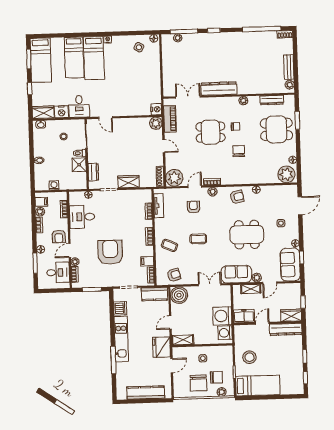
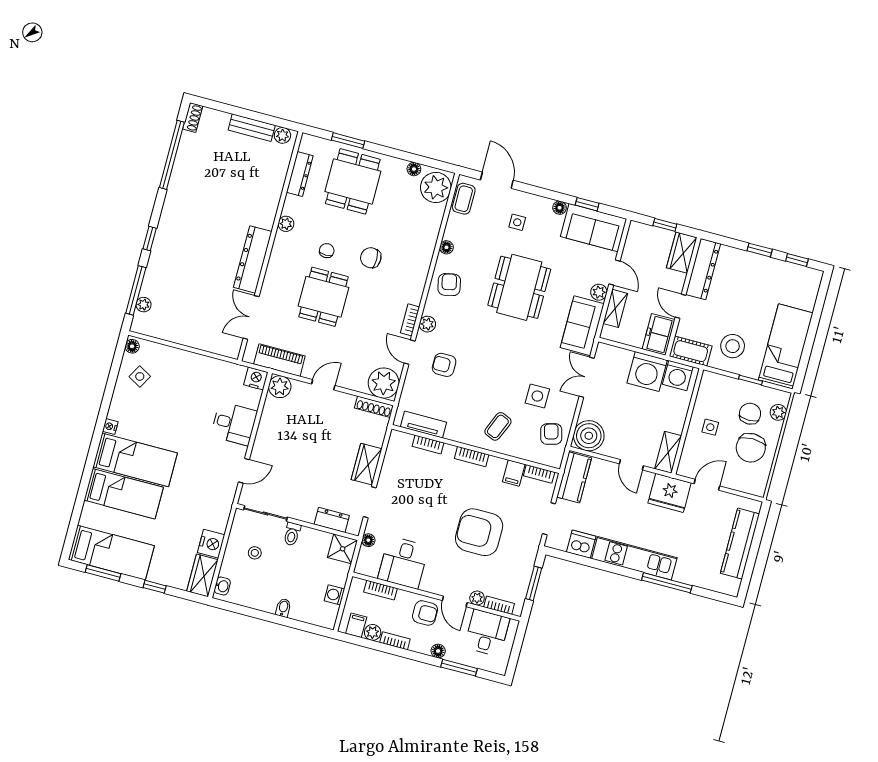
desk: (79, 106) -> (234, 424), moved
shower: (79, 165) -> (343, 549), moved
coffee table: (198, 239) -> (464, 199), moved
side table: (192, 261) -> (537, 396), added
cot: (240, 336) -> (691, 351), added
door: (172, 366) -> (707, 485), hinge flipped
chair: (198, 383) -> (751, 448), turned 90

